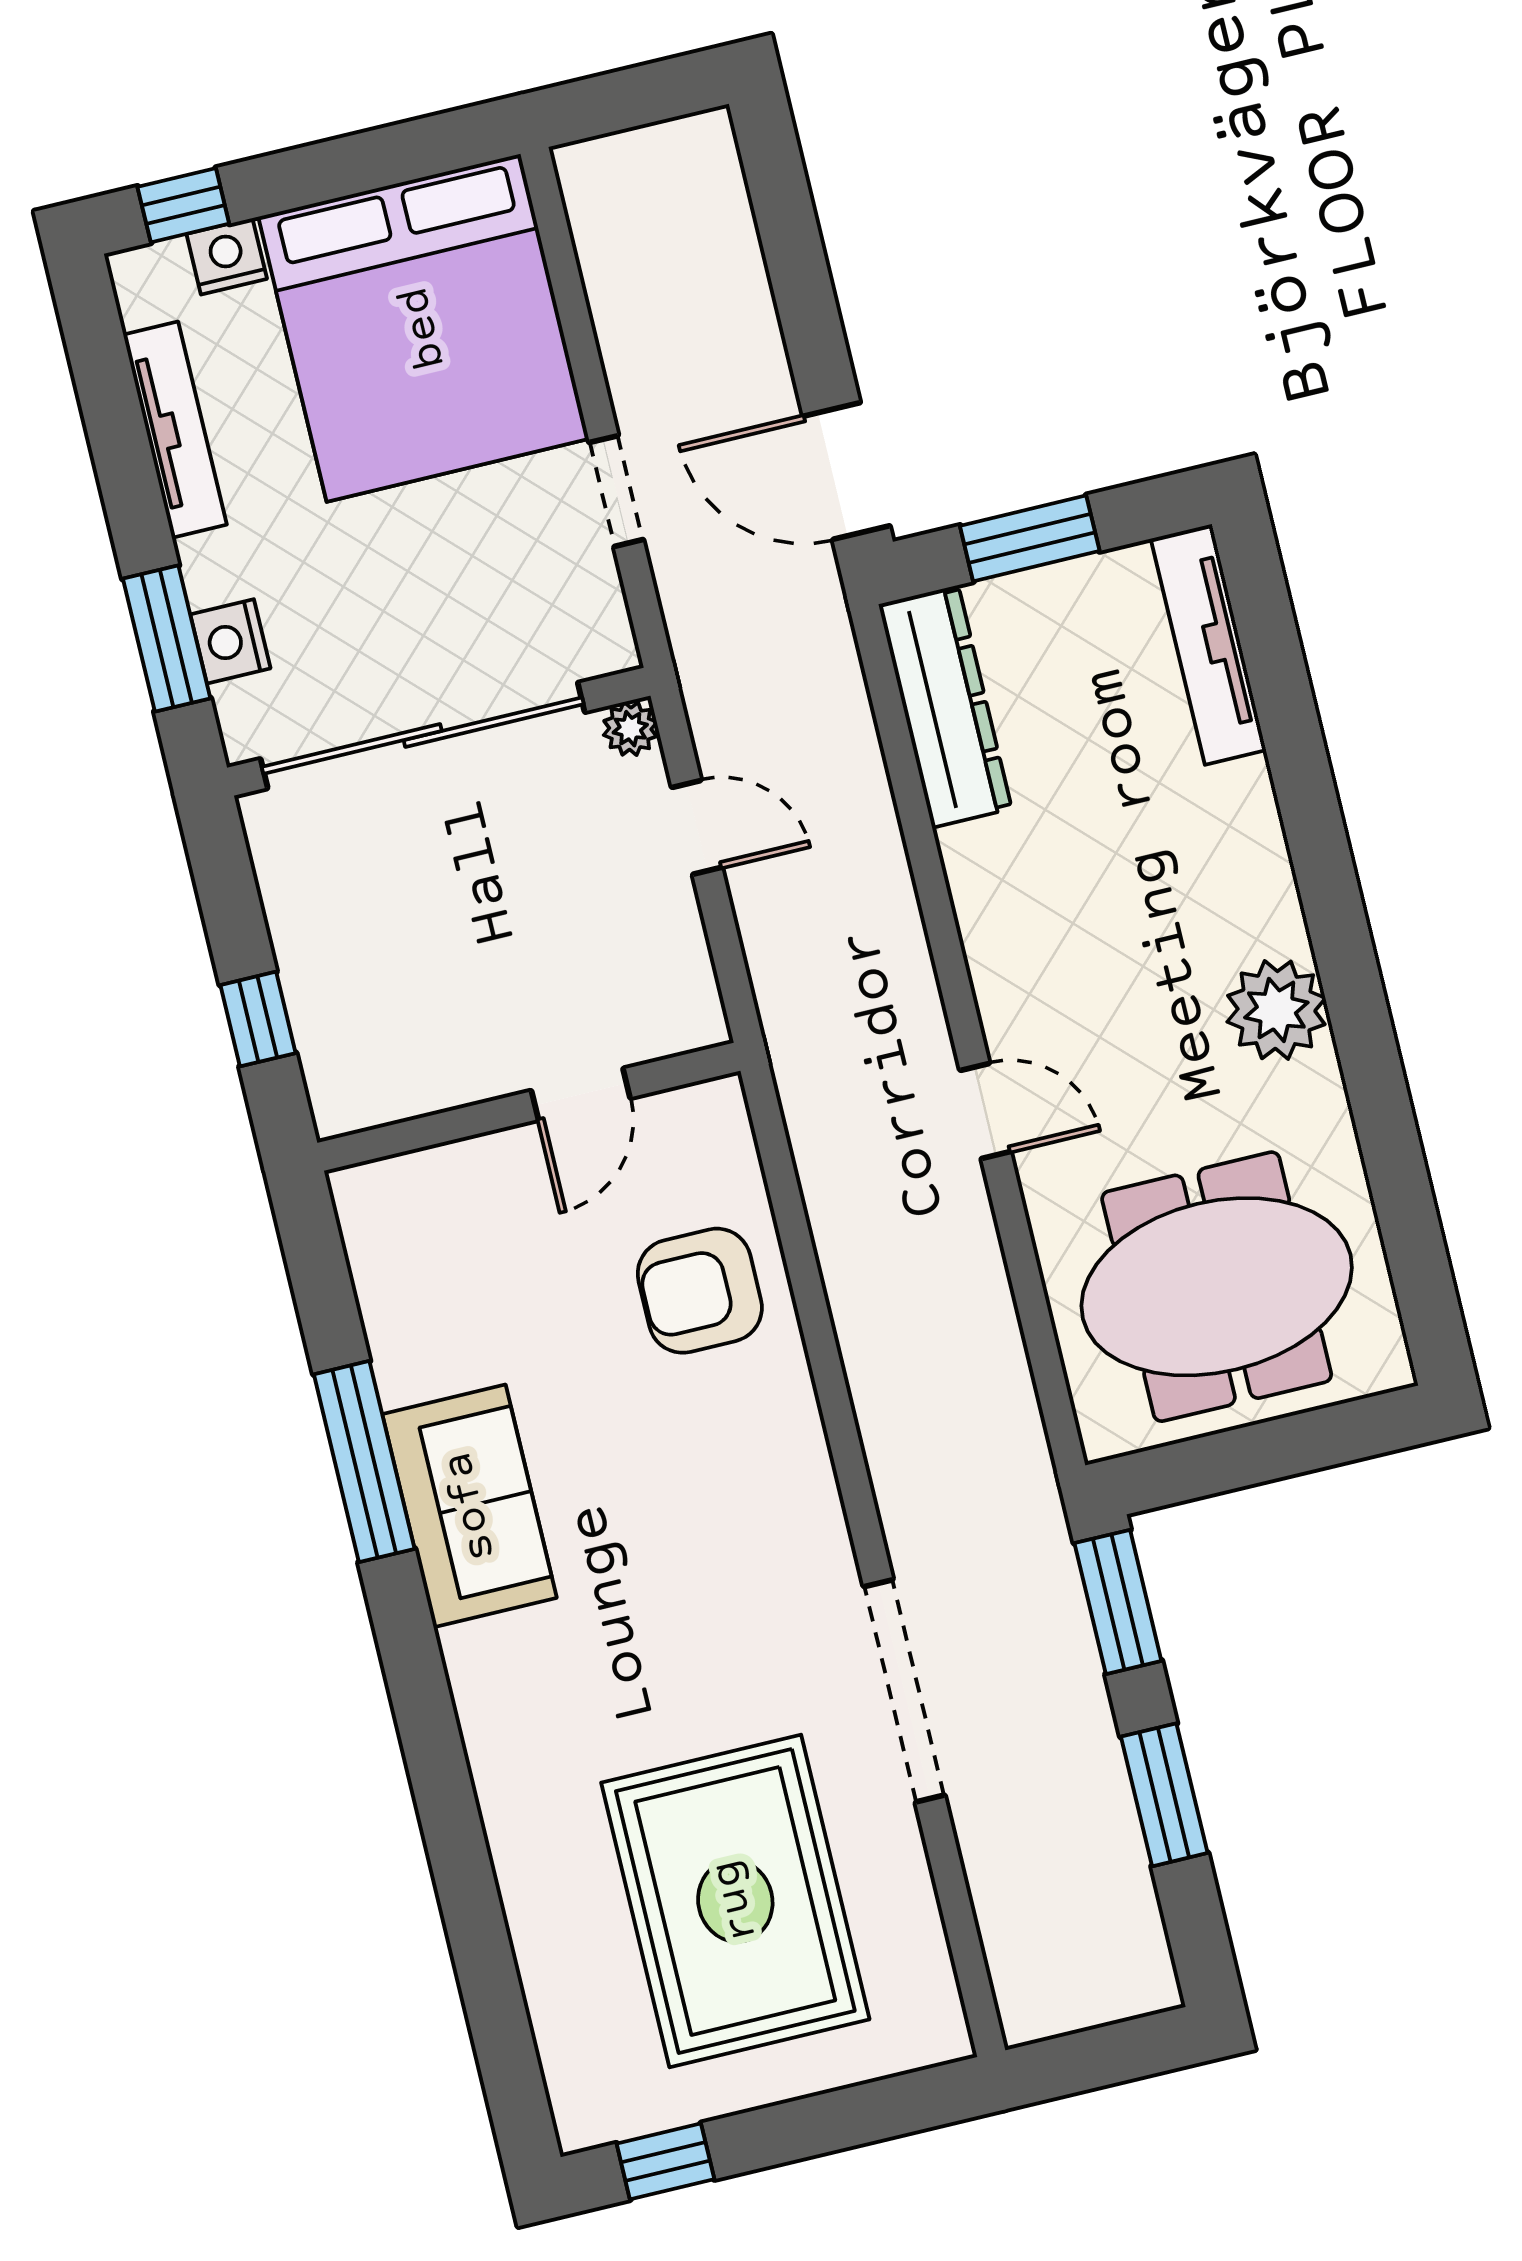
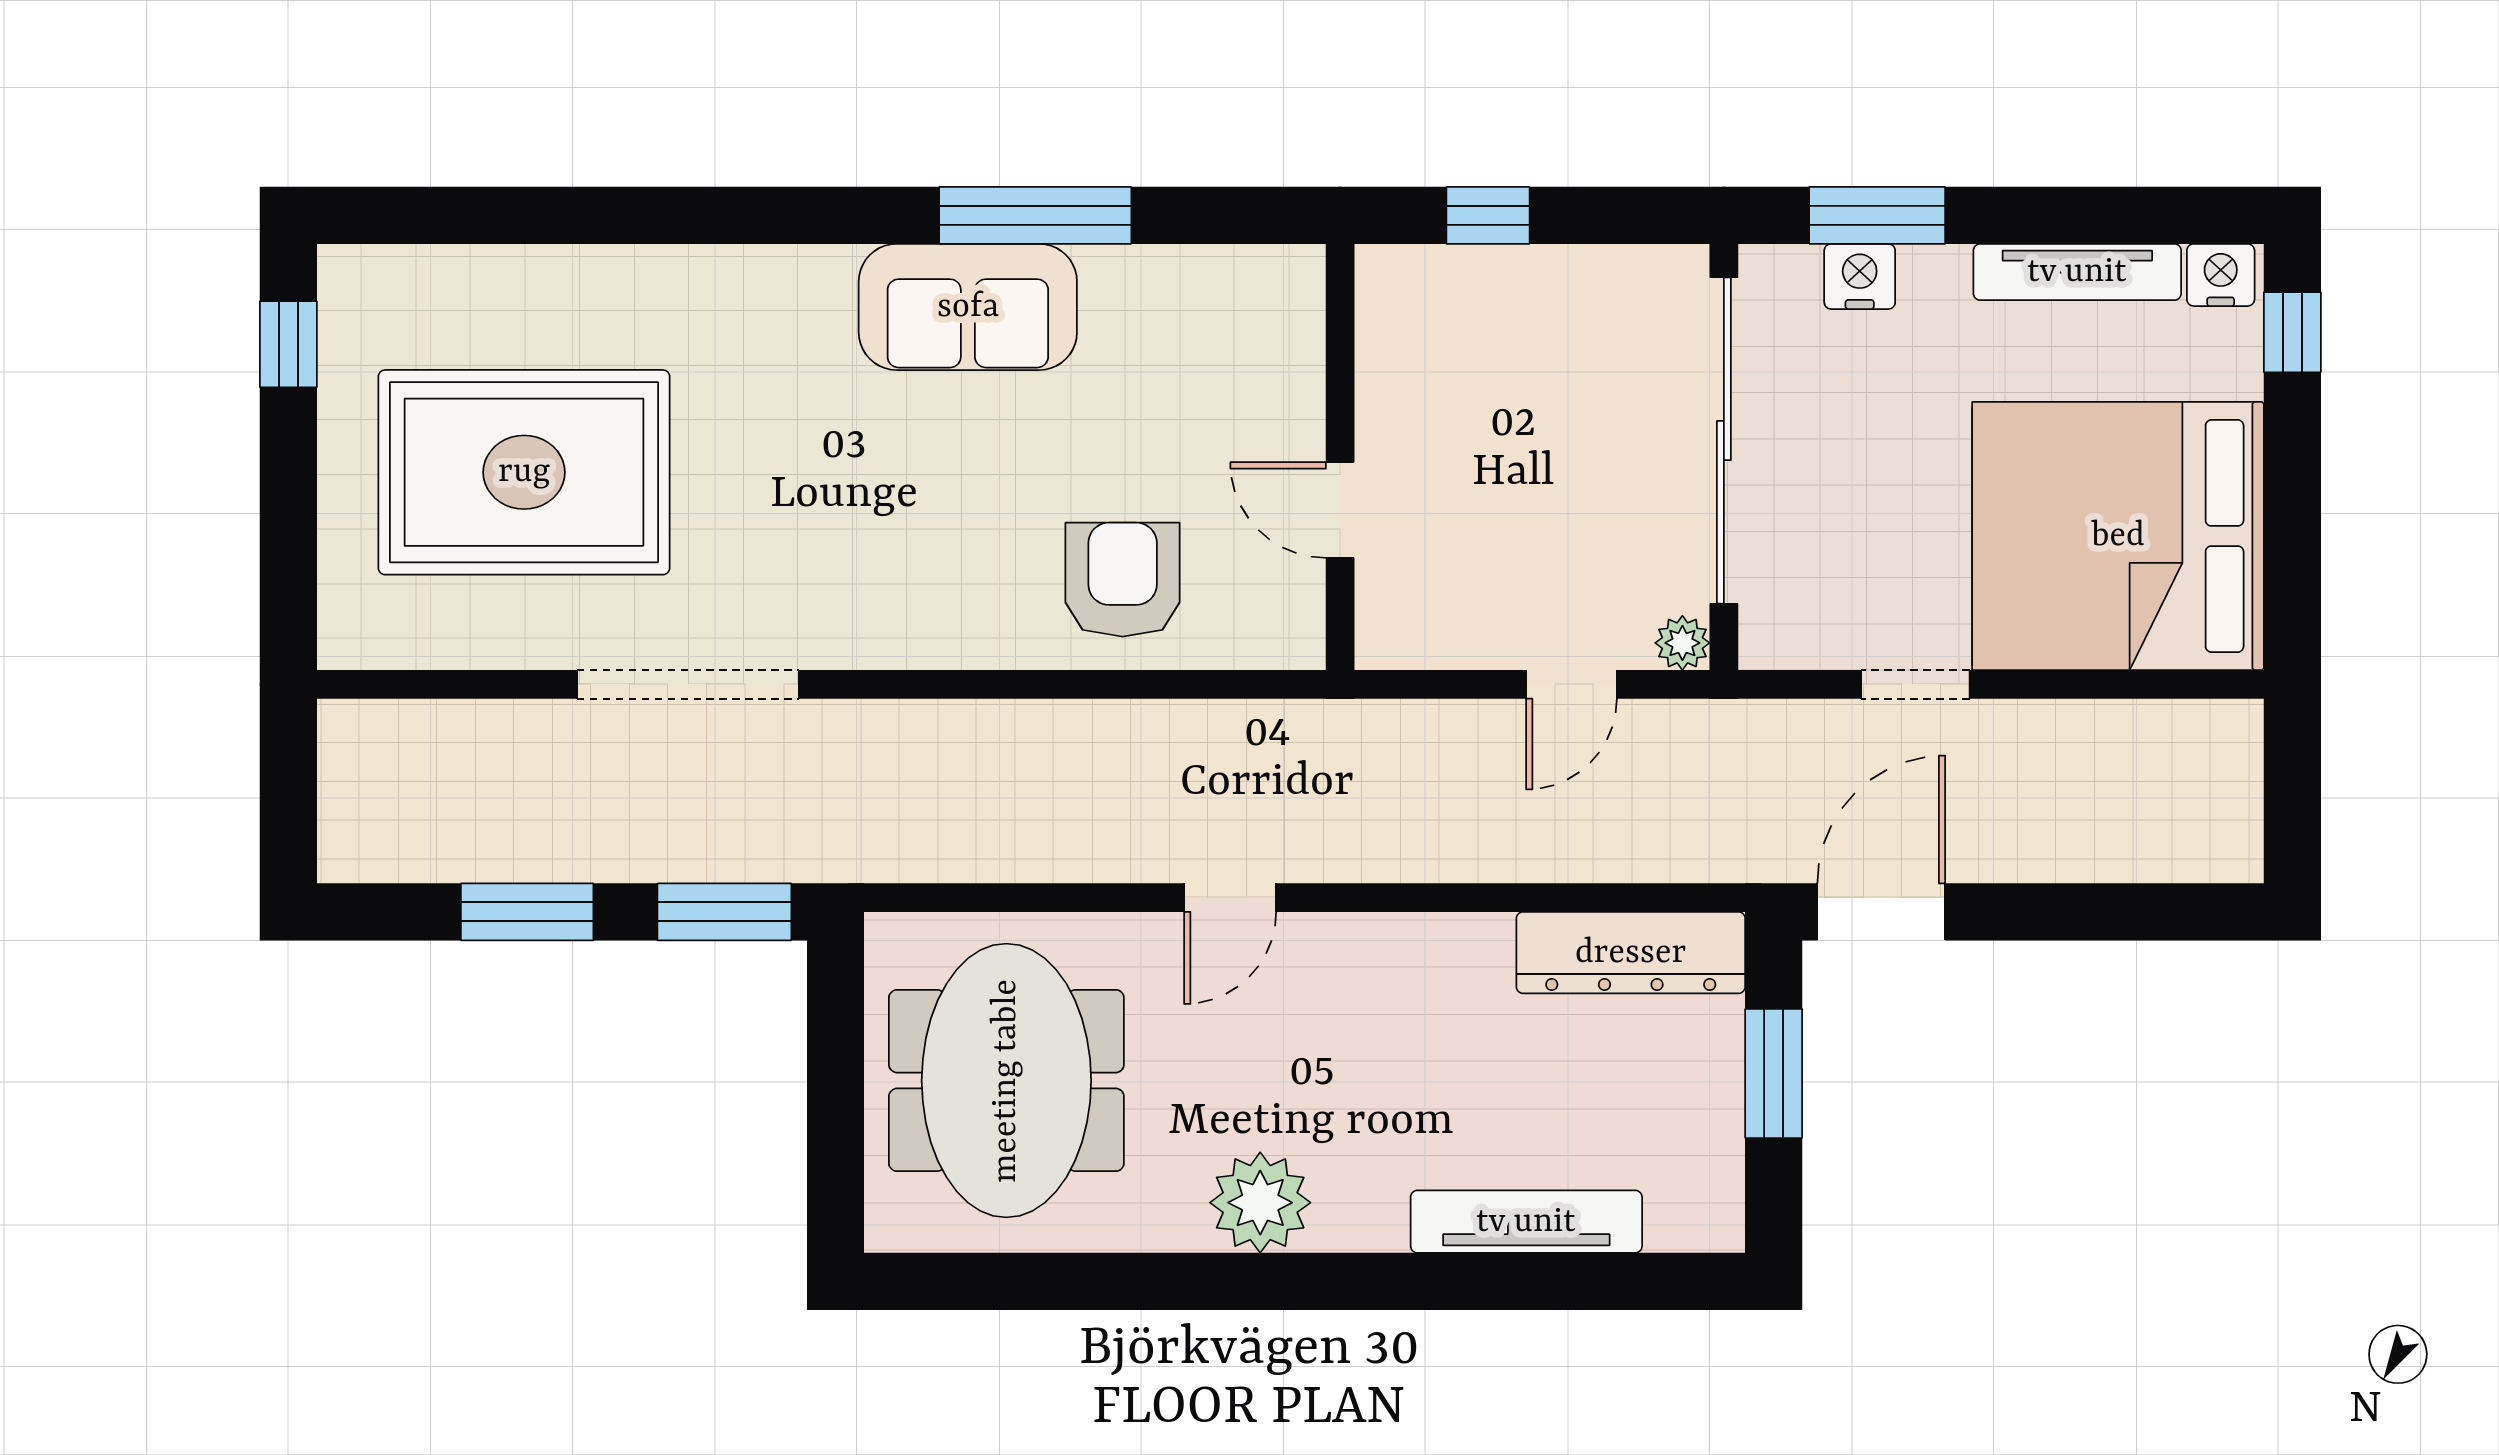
nightstand: (227, 256) -> (2221, 275), moved, turned -90
tv unit: (1208, 644) -> (1526, 1222), moved

